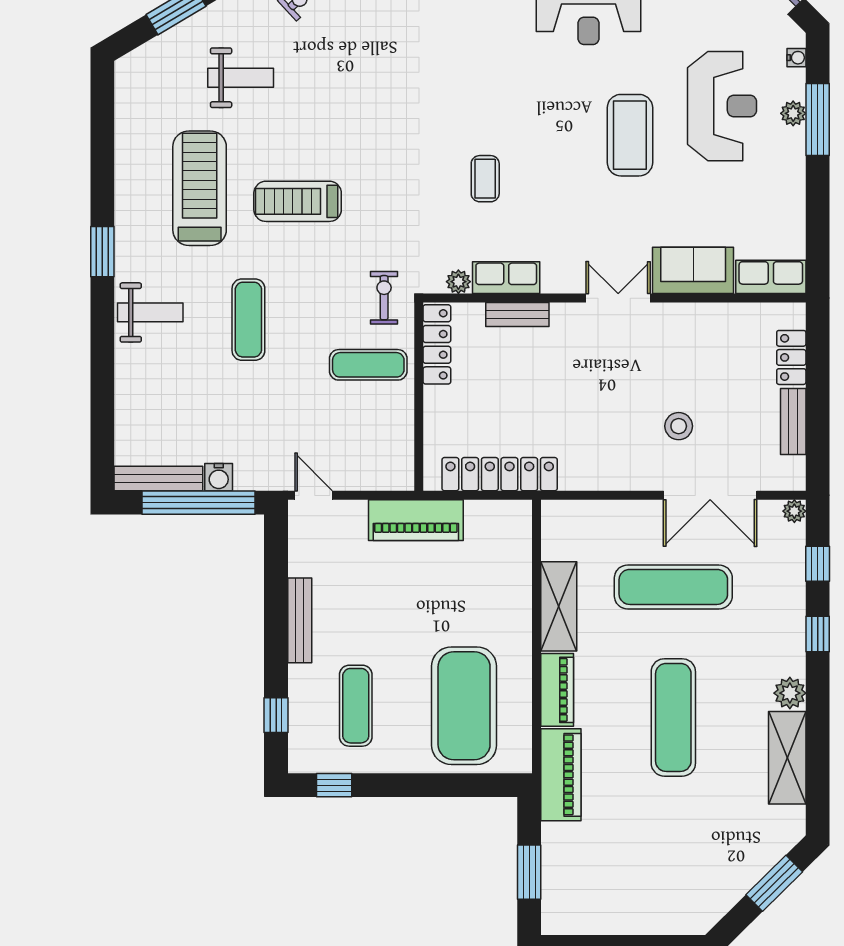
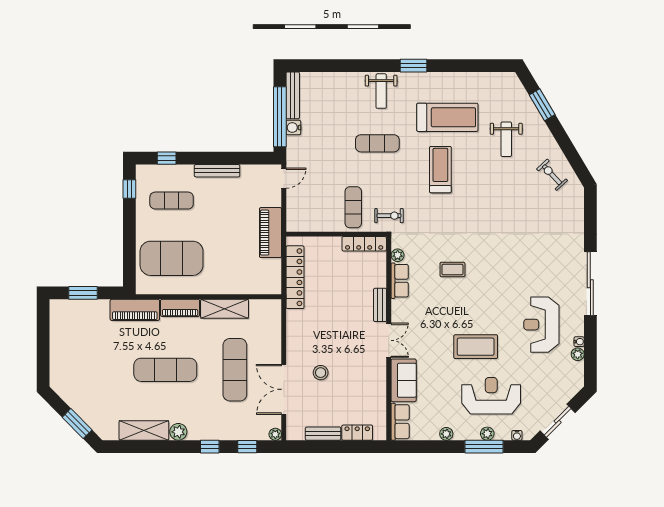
reception desk: (722, 106) -> (491, 396), turned 180
plant: (794, 190) -> (446, 434), added
bench: (517, 315) -> (380, 305), moved

